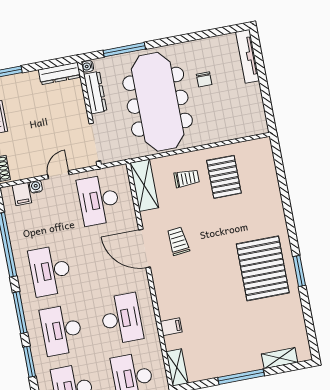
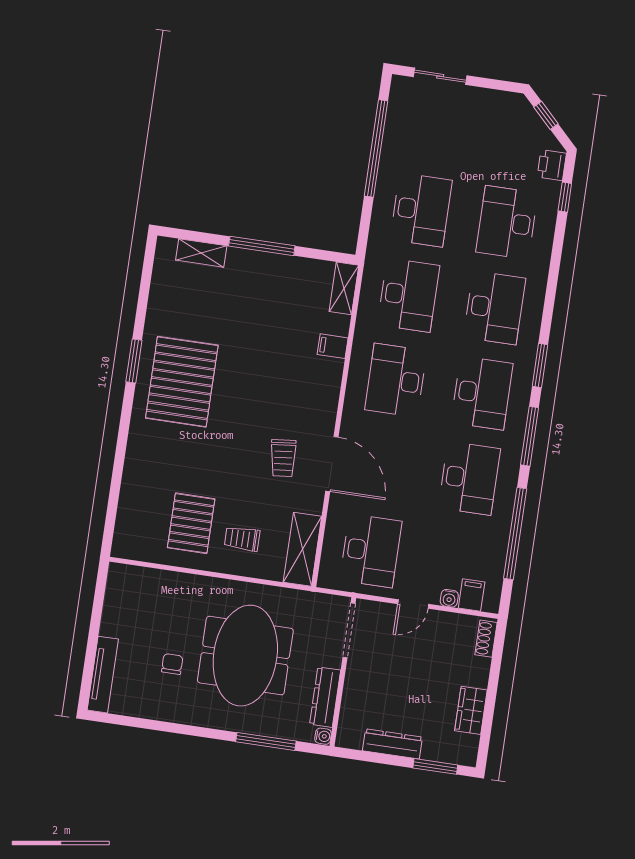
dresser: (59, 73) -> (392, 744), moved
meeting table: (158, 102) -> (245, 656), width x0.73

